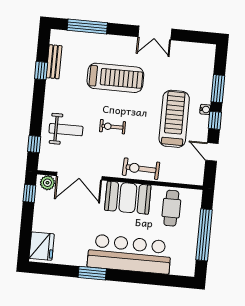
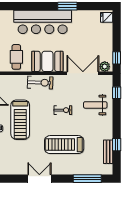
fridge: (42, 246) -> (107, 17), width x0.53, depth x0.75

